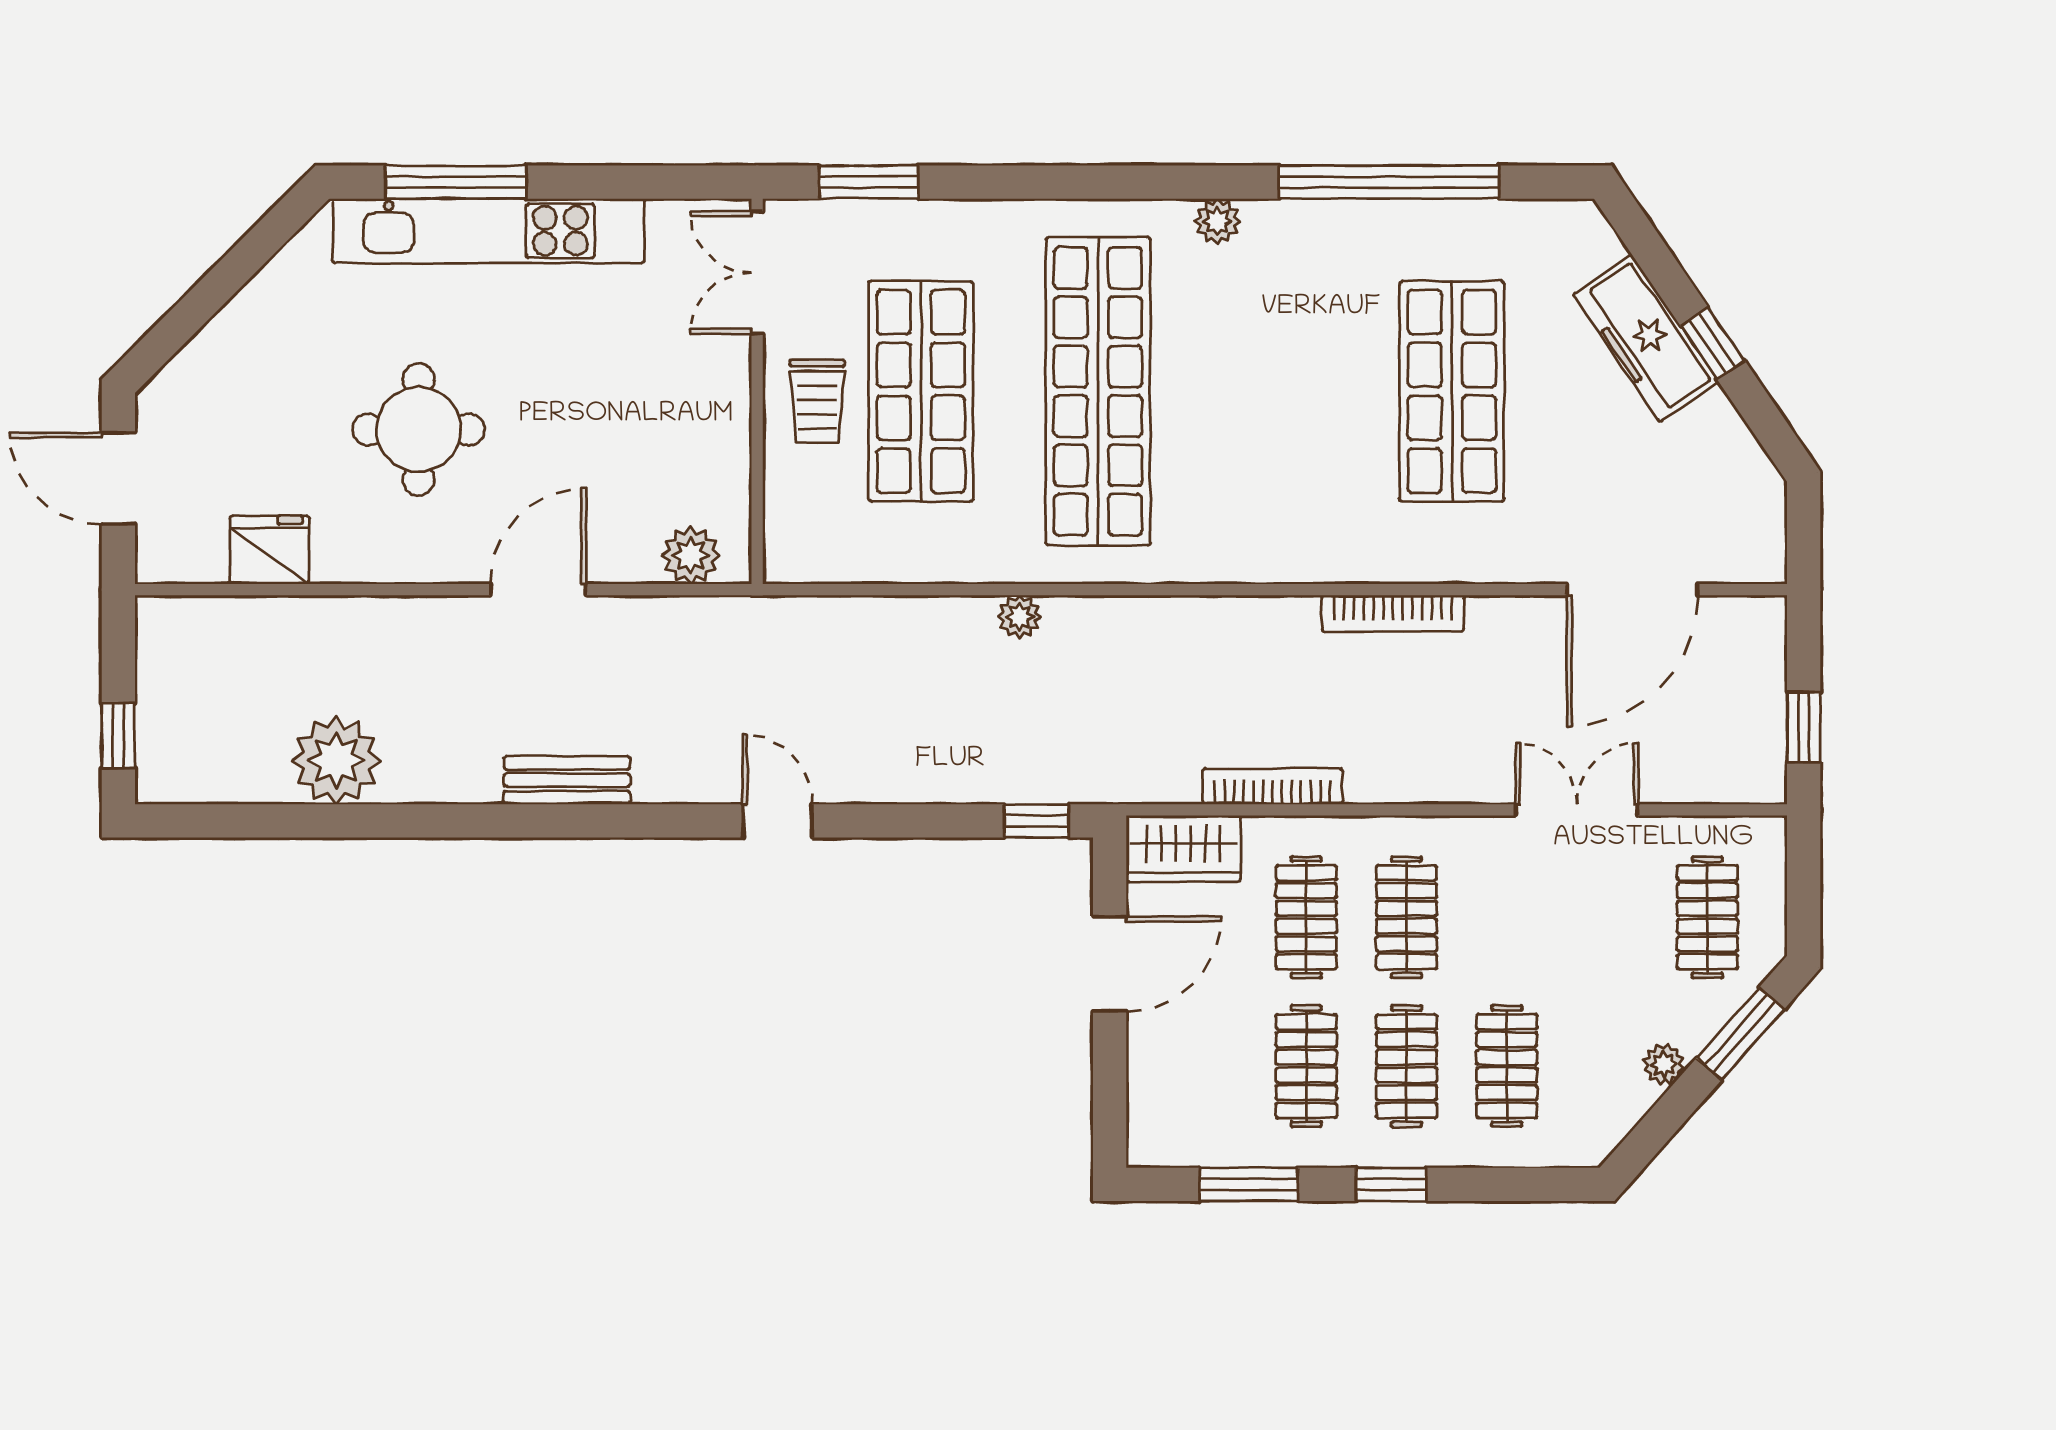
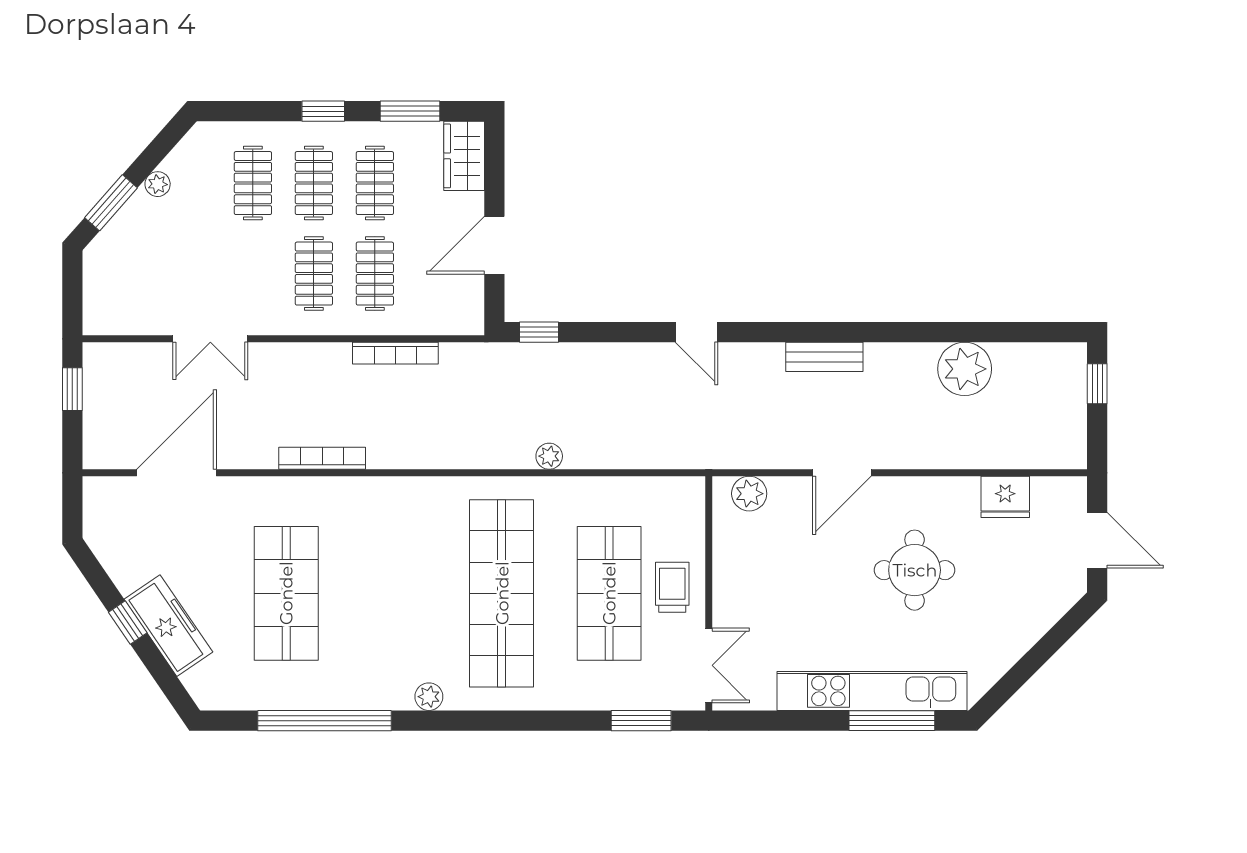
wardrobe: (1183, 849) -> (464, 156), moved, turned -90
clothes rail: (1707, 917) -> (131, 274), removed

